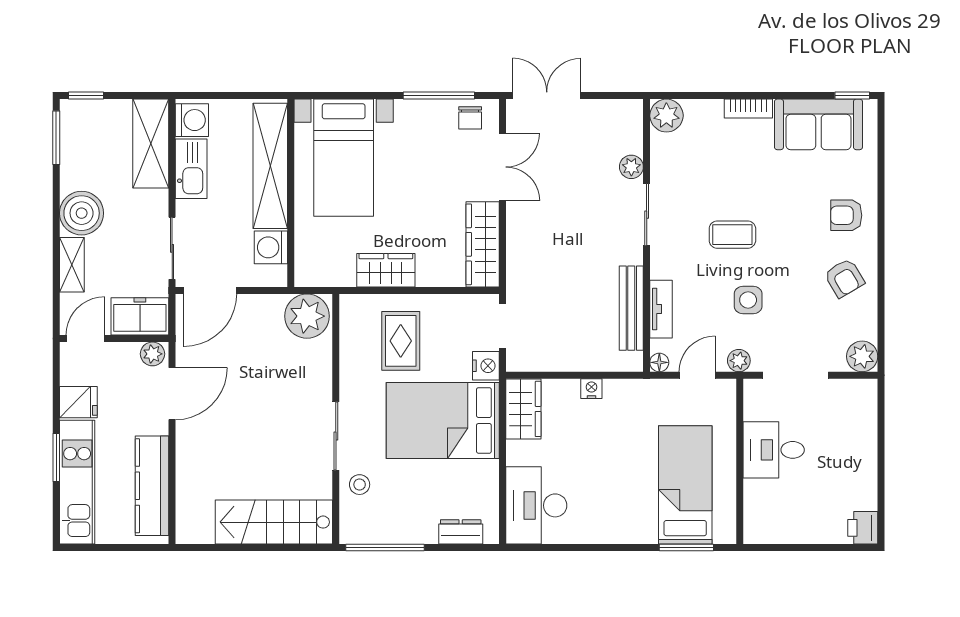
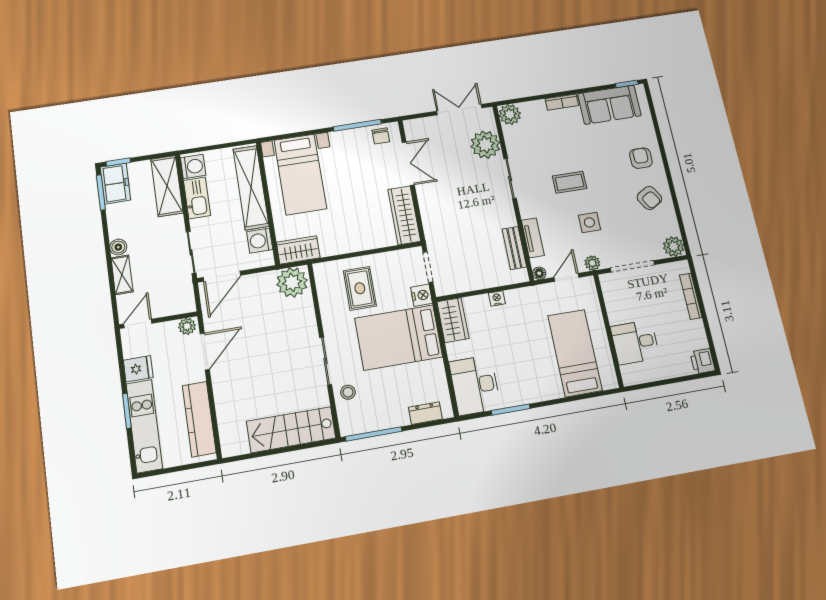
double door: (547, 96) -> (459, 110), moved
plant: (631, 167) -> (485, 145), width x1.87, depth x1.87
boiler: (82, 213) -> (118, 247), width x0.54, depth x0.54
armchair: (846, 215) -> (641, 158), turned 90
wardrobe: (386, 270) -> (298, 250), moved
bench: (631, 308) -> (514, 248), width x0.73
freezer: (140, 316) -> (115, 184), moved, turned 90
bookcase: (869, 433) -> (691, 296), added
desk: (774, 450) -> (635, 342), moved
window: (686, 548) -> (511, 410), moved

